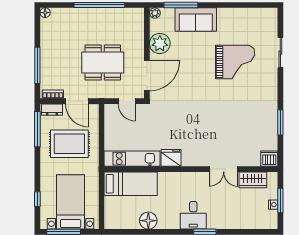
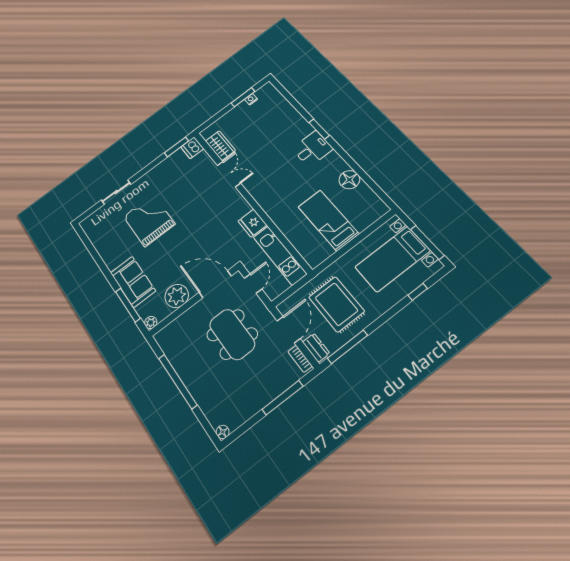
fridge: (171, 158) -> (252, 223), moved
kitchen unit: (132, 159) -> (280, 255), moved
dishwasher: (269, 159) -> (192, 148), moved
wall: (191, 169) -> (250, 199), moved
double door: (224, 169) -> (229, 174), moved
wardrobe: (253, 180) -> (220, 146), moved

